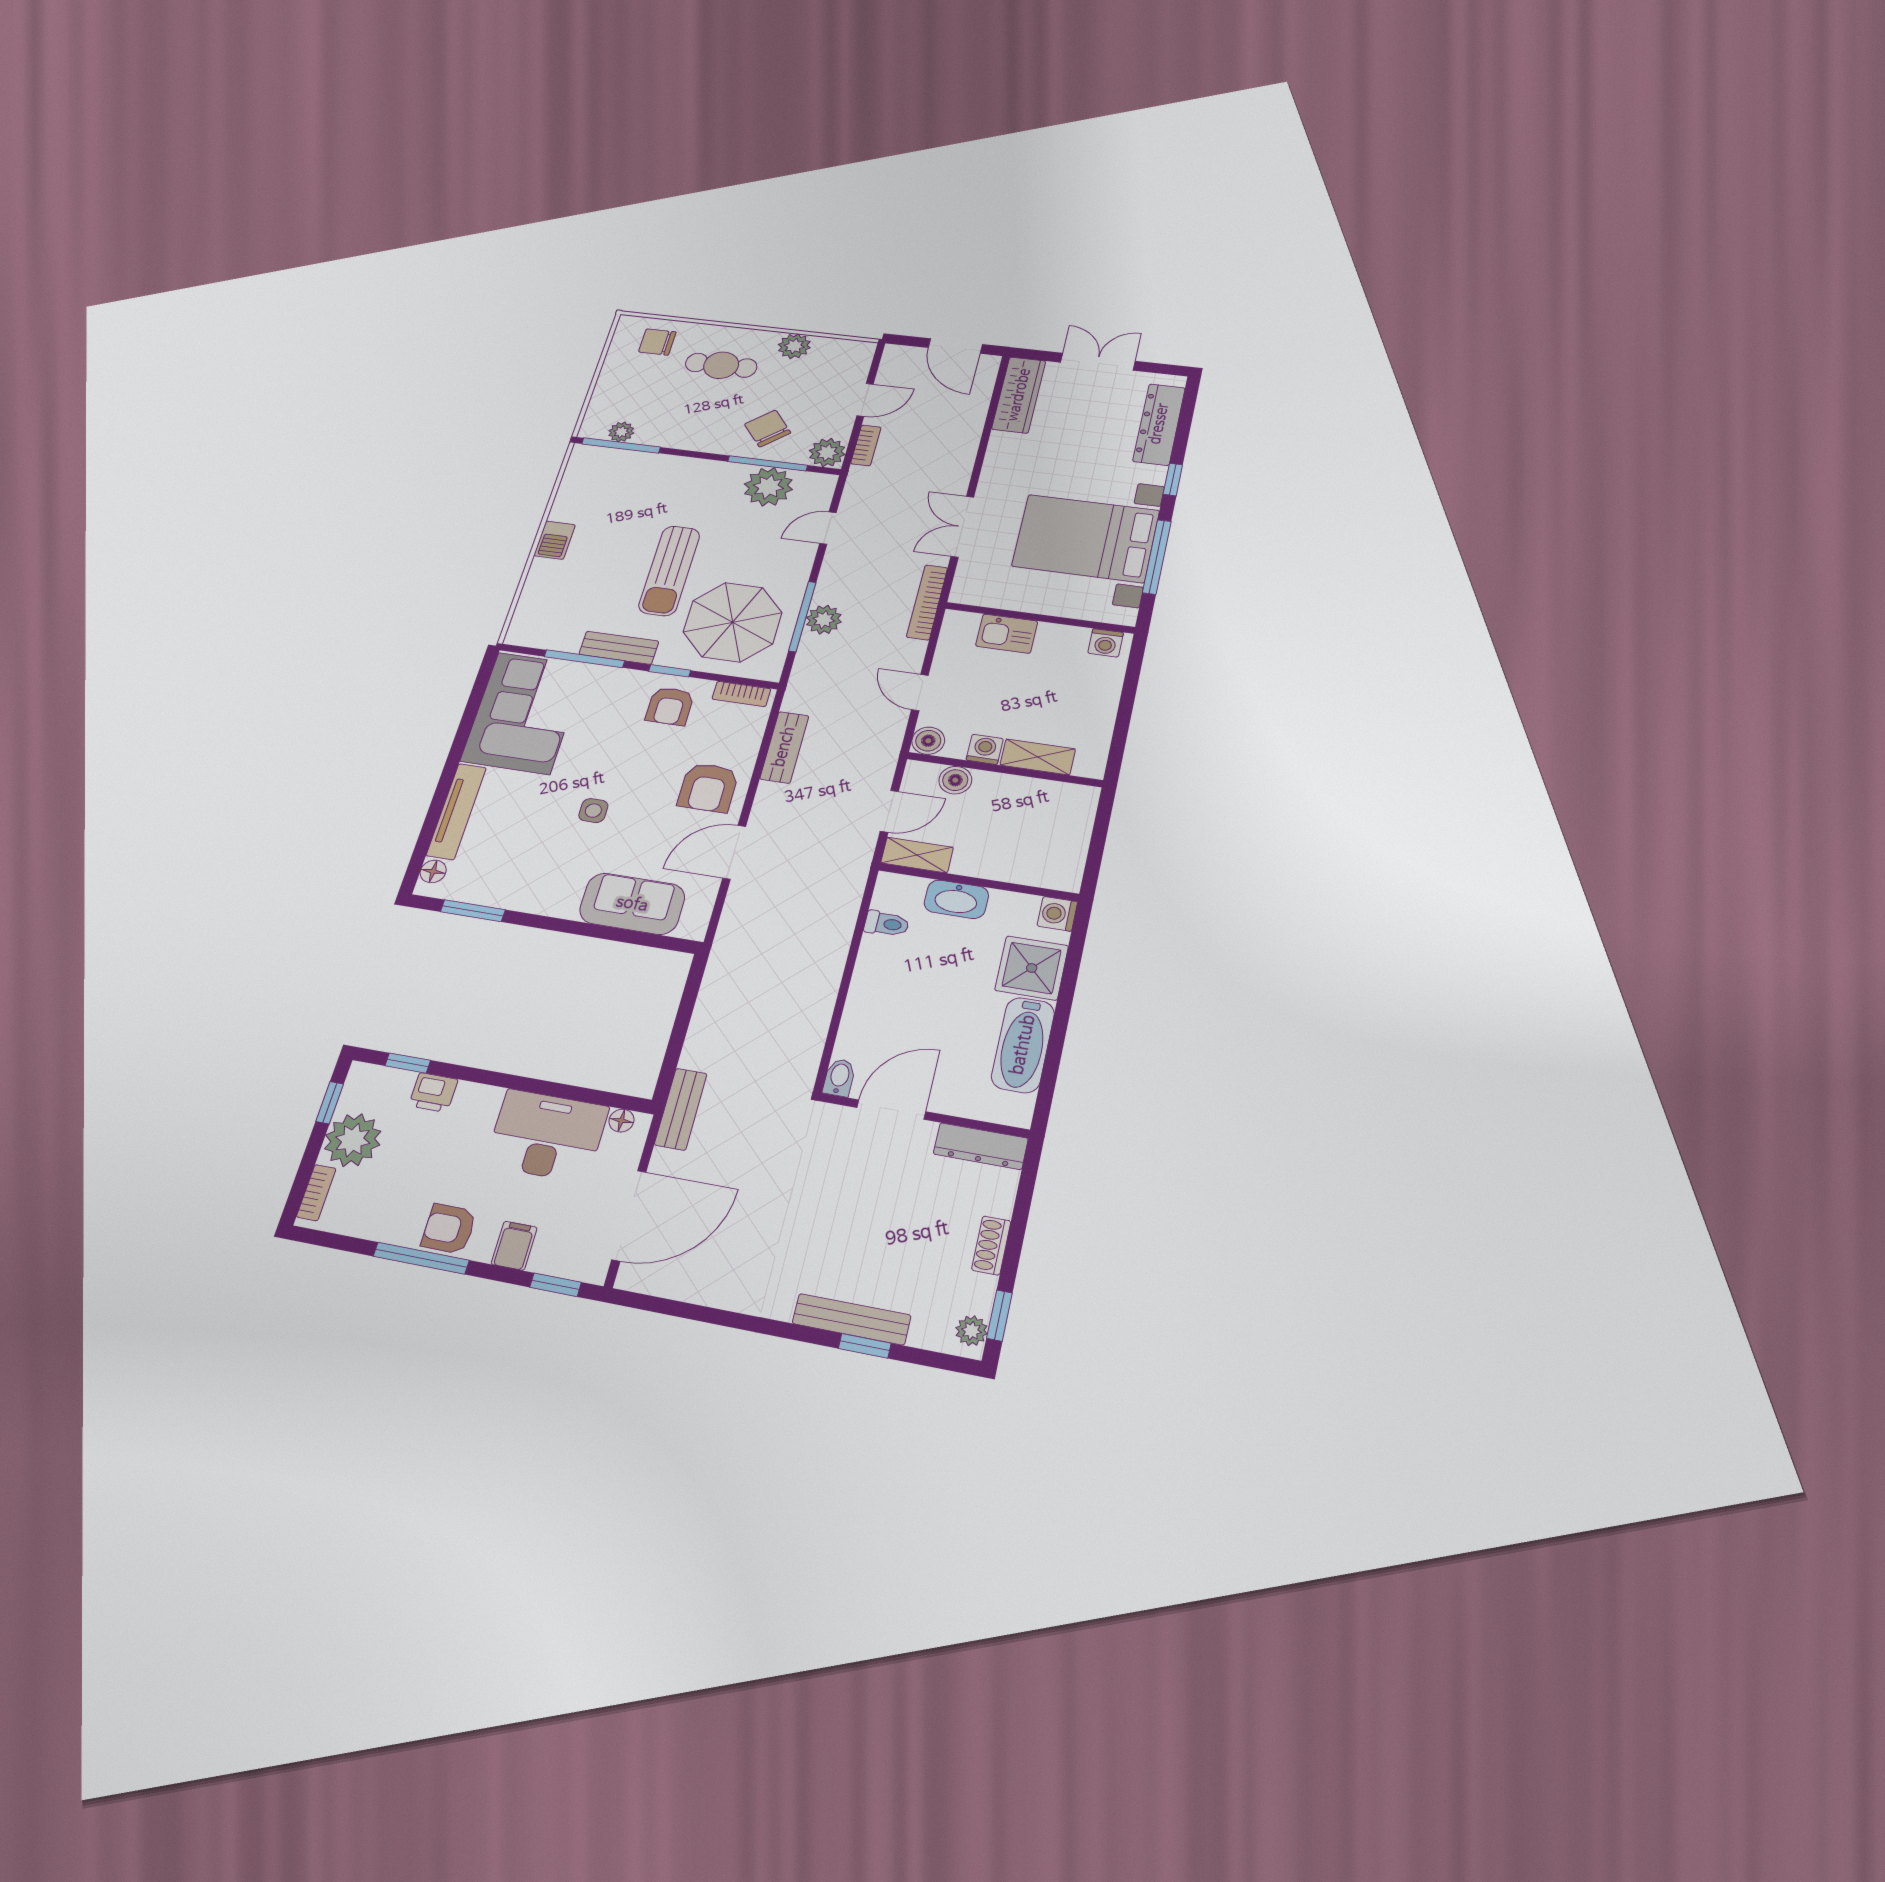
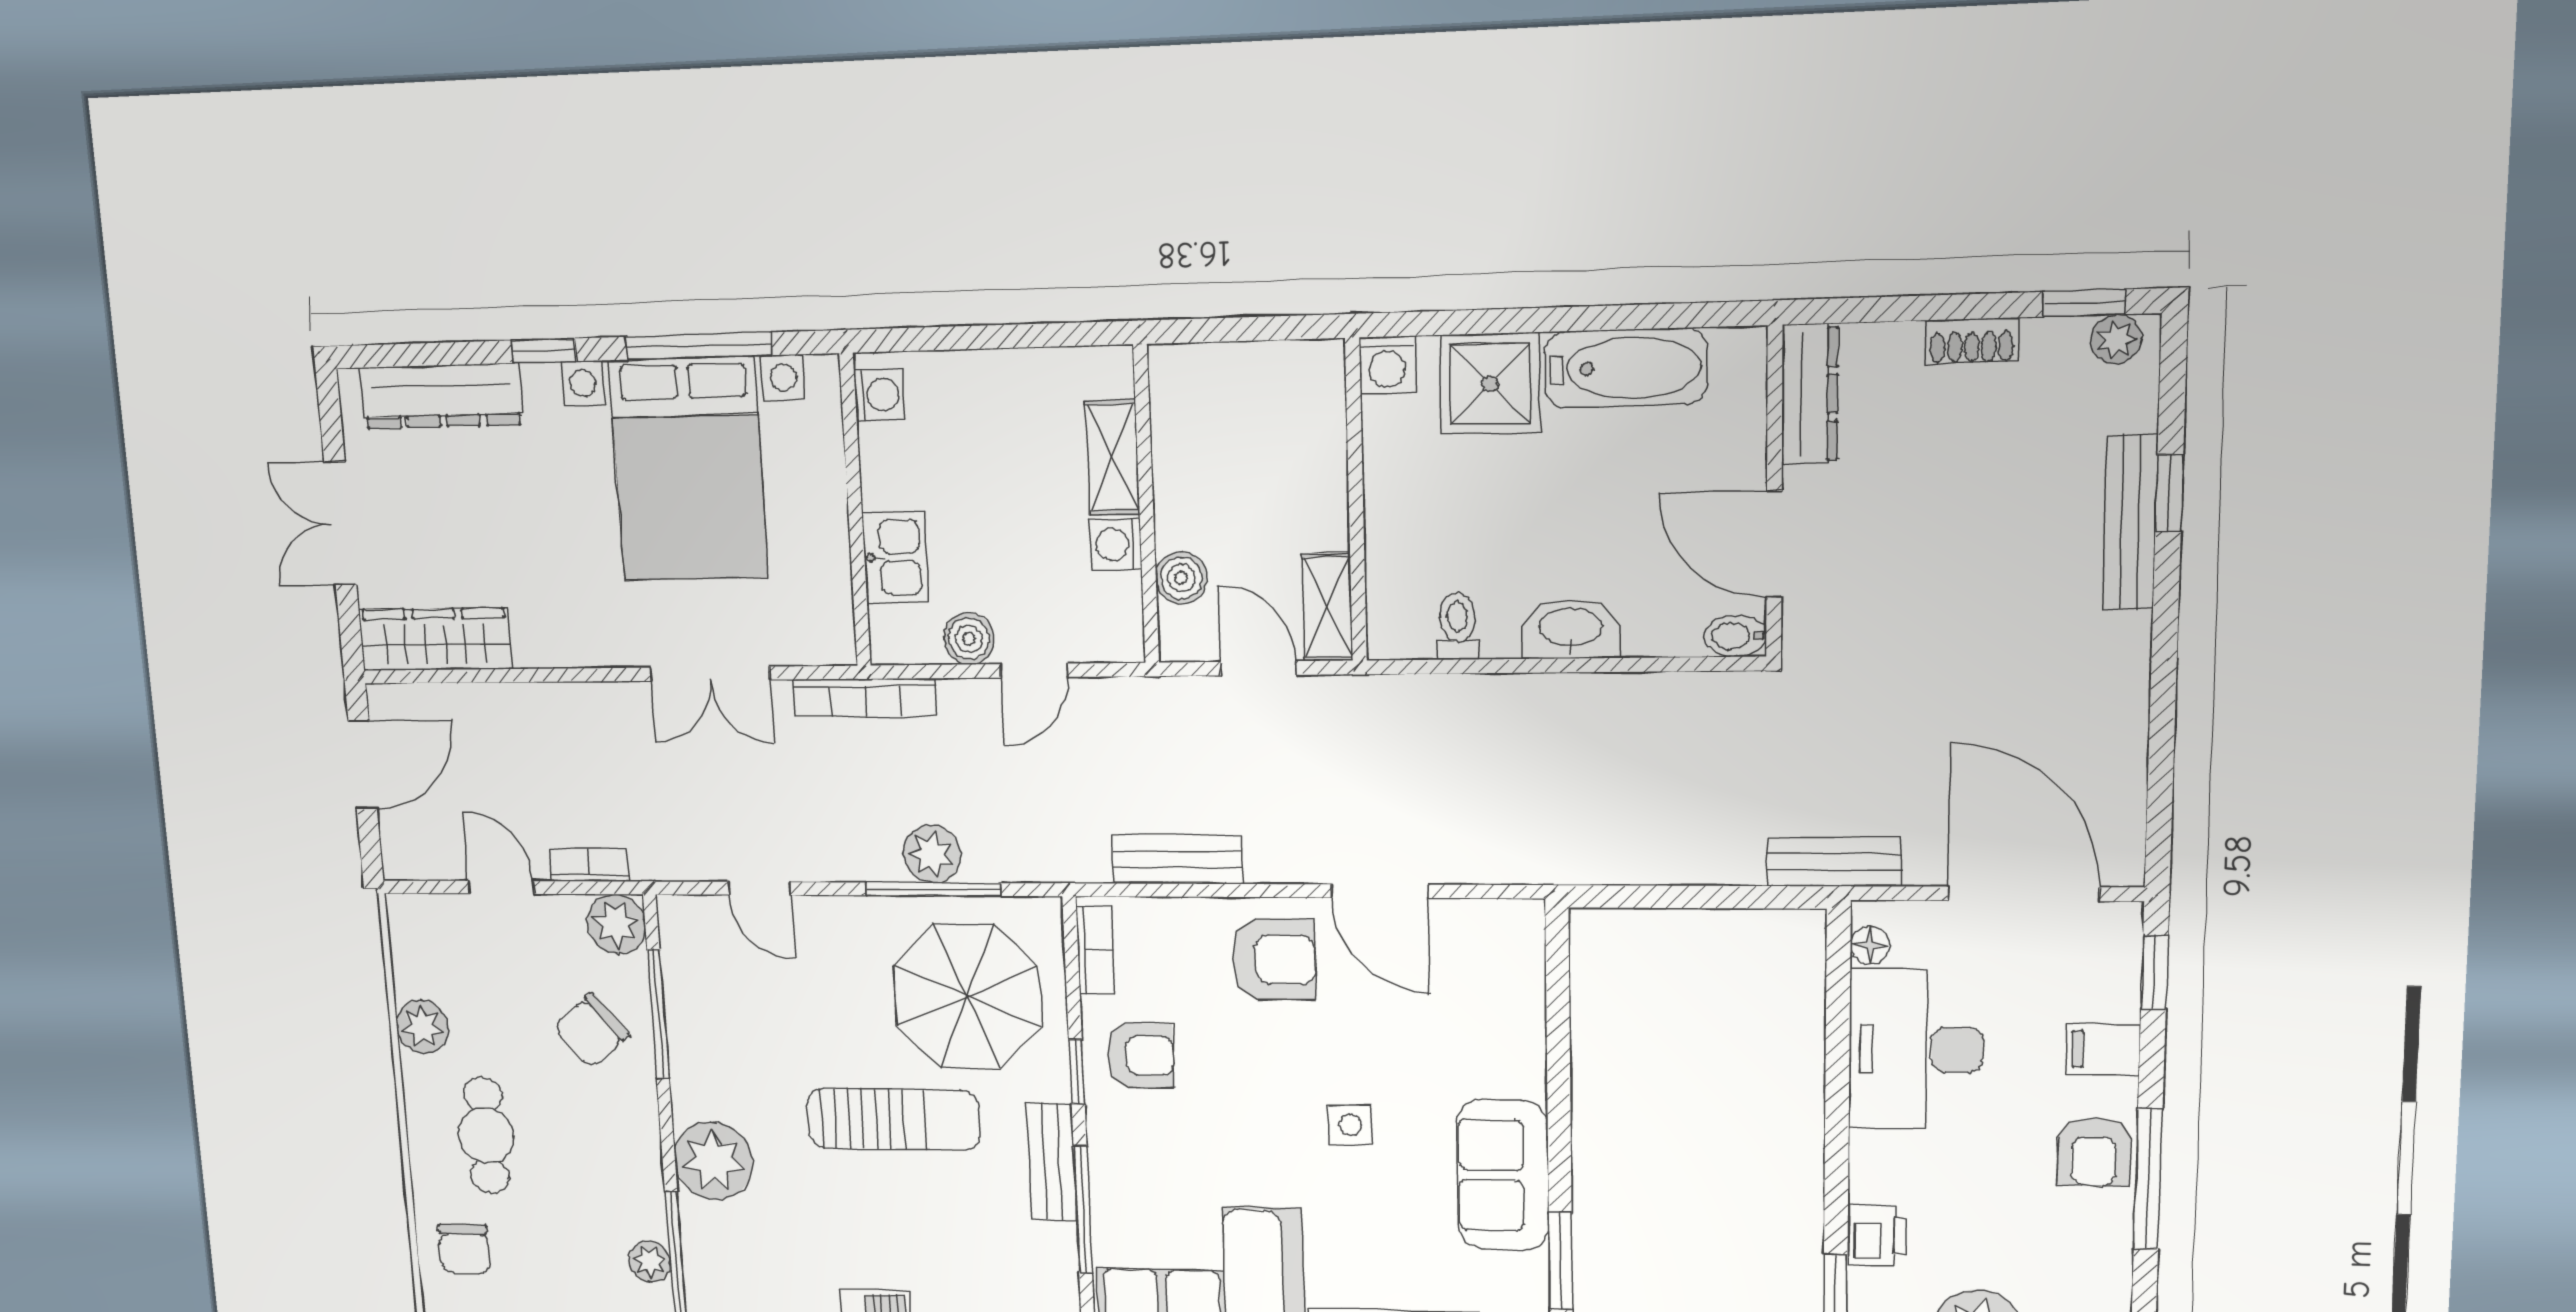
plant: (768, 487) -> (713, 1161), moved
boiler: (928, 741) -> (969, 639), moved
washbasin: (956, 899) -> (1571, 629), moved, turned -90
sofa: (632, 904) -> (1503, 1175), moved

